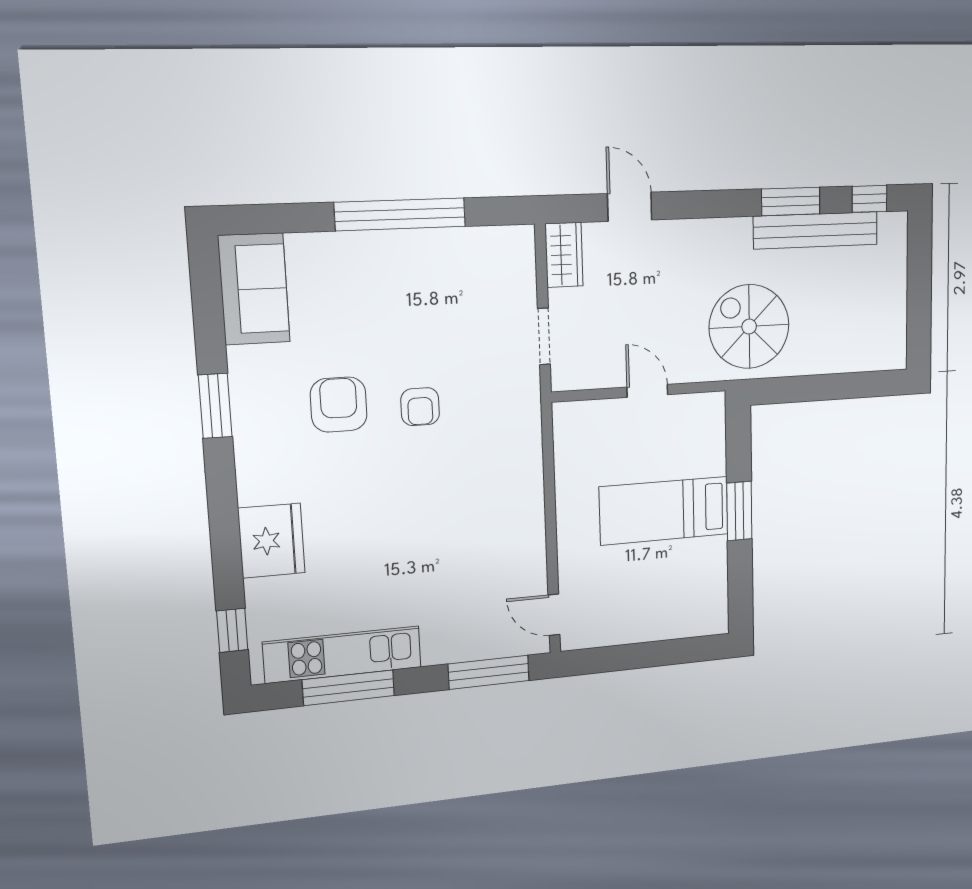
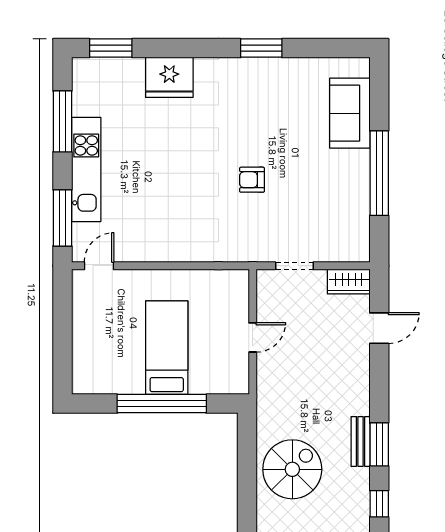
bench: (816, 230) -> (361, 441), width x0.54, depth x0.82
sofa: (254, 289) -> (350, 113), moved, turned 90
spiral stairs: (749, 326) -> (292, 469), moved
armchair: (339, 405) -> (257, 126), removed
window: (739, 511) -> (162, 404), width x2.11
window: (232, 630) -> (111, 48), width x1.50
kitchen unit: (343, 655) -> (86, 169), moved

